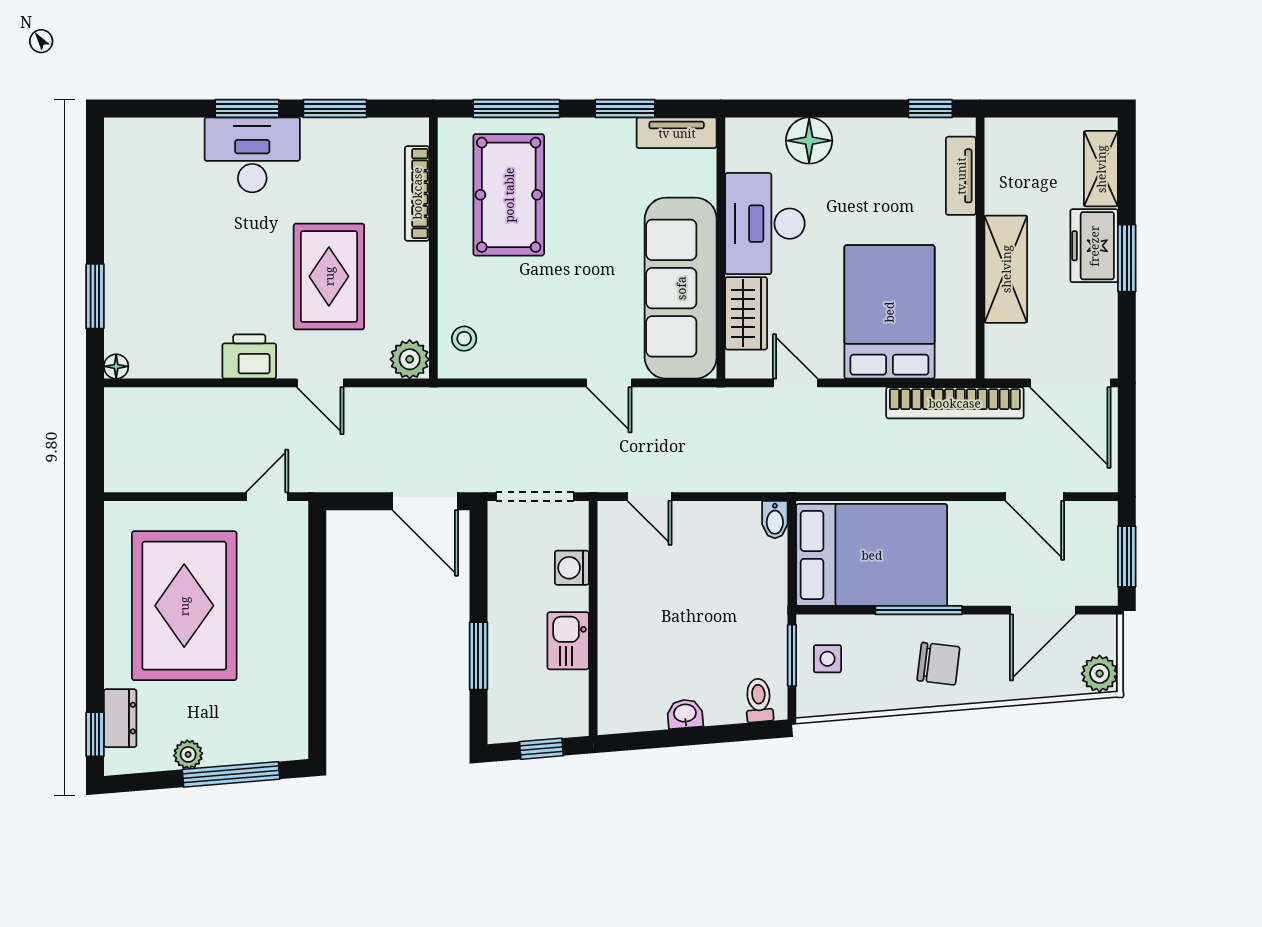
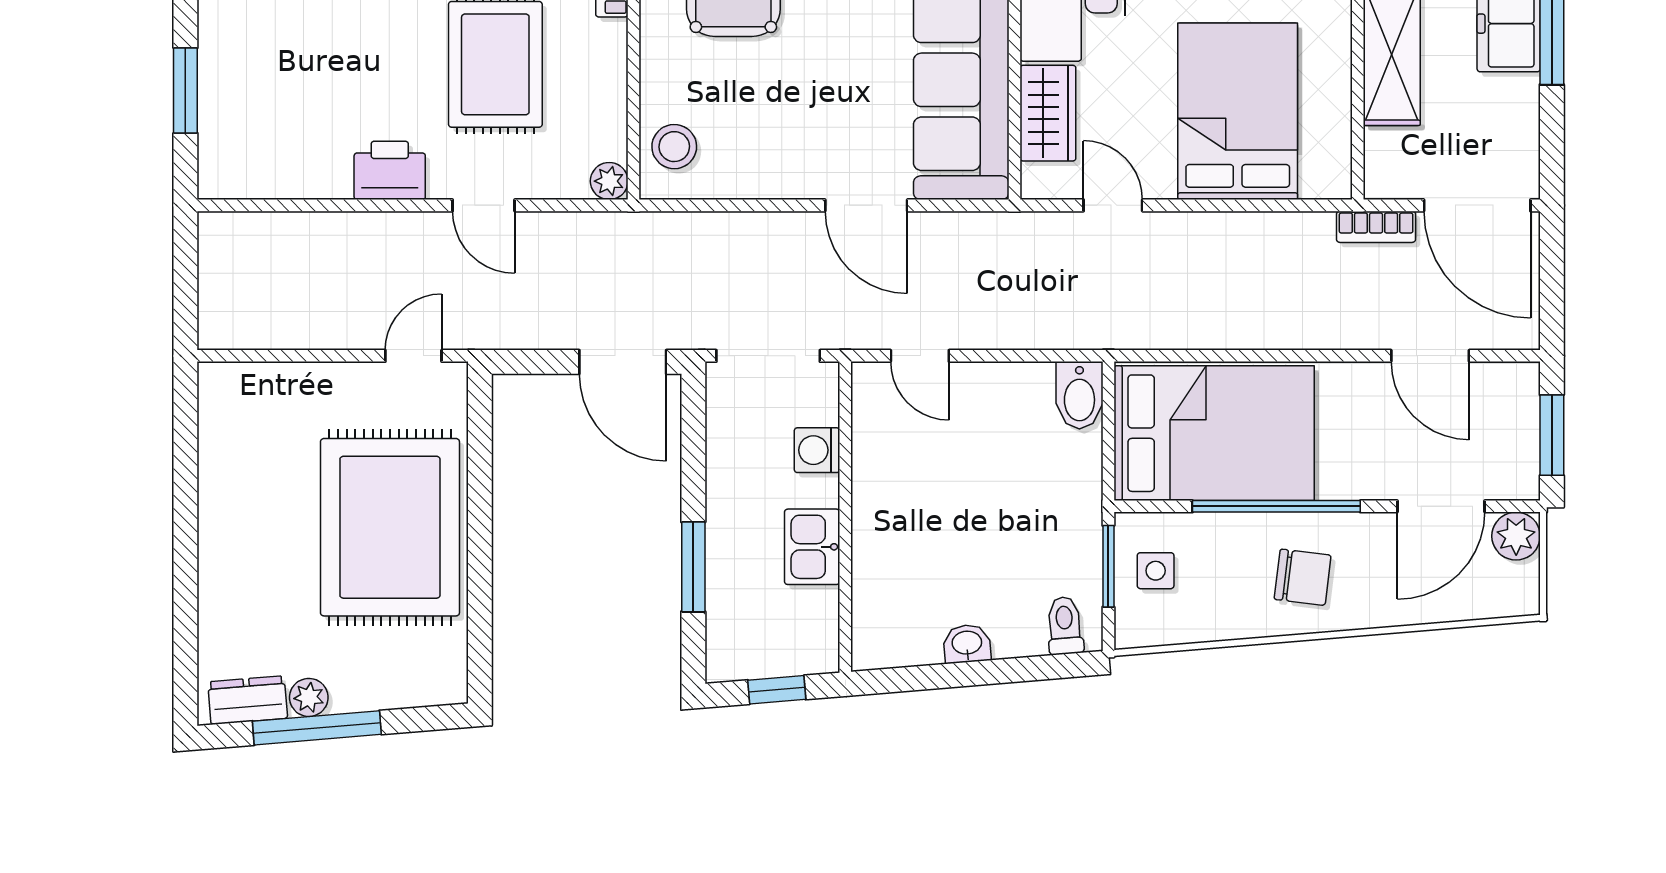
stool: (464, 339) -> (674, 147), width x1.37, depth x1.37
plant: (410, 359) -> (609, 181), width x0.73, depth x0.73
floor lamp: (116, 366) -> (213, 184), removed
door: (609, 383) -> (866, 205), width x1.38
bookcase: (955, 403) -> (1376, 227), width x0.43, depth x0.76
bidet: (775, 520) -> (1079, 395), width x1.38, depth x1.36
rug: (184, 606) -> (390, 527), moved
window: (919, 610) -> (1276, 506), width x1.46
plant: (1100, 674) -> (1516, 536), moved
dresser: (120, 718) -> (248, 700), moved, turned -95
window: (95, 734) -> (185, 671), removed
window: (231, 774) -> (317, 728), moved

